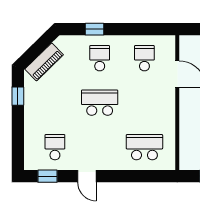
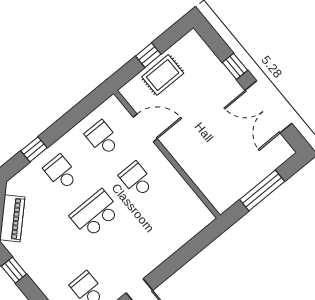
school desk: (144, 147) -> (137, 179), moved, width x0.54

